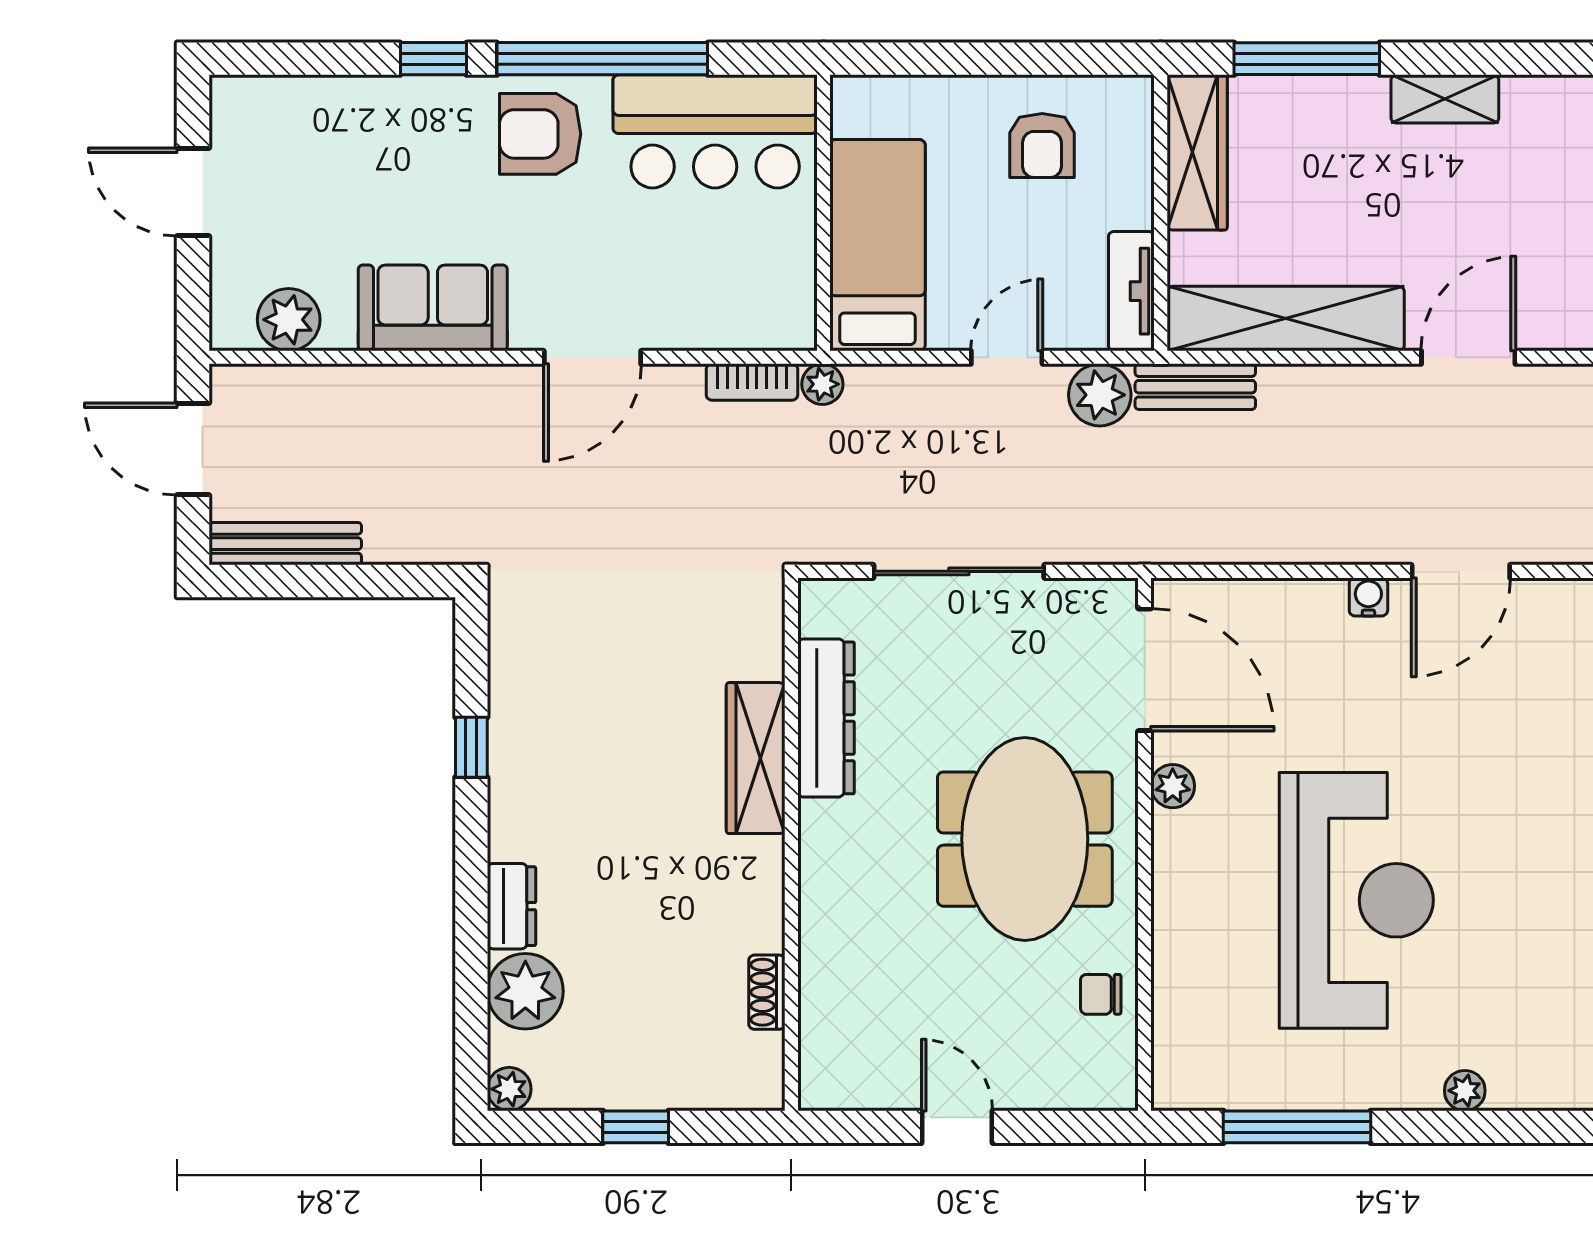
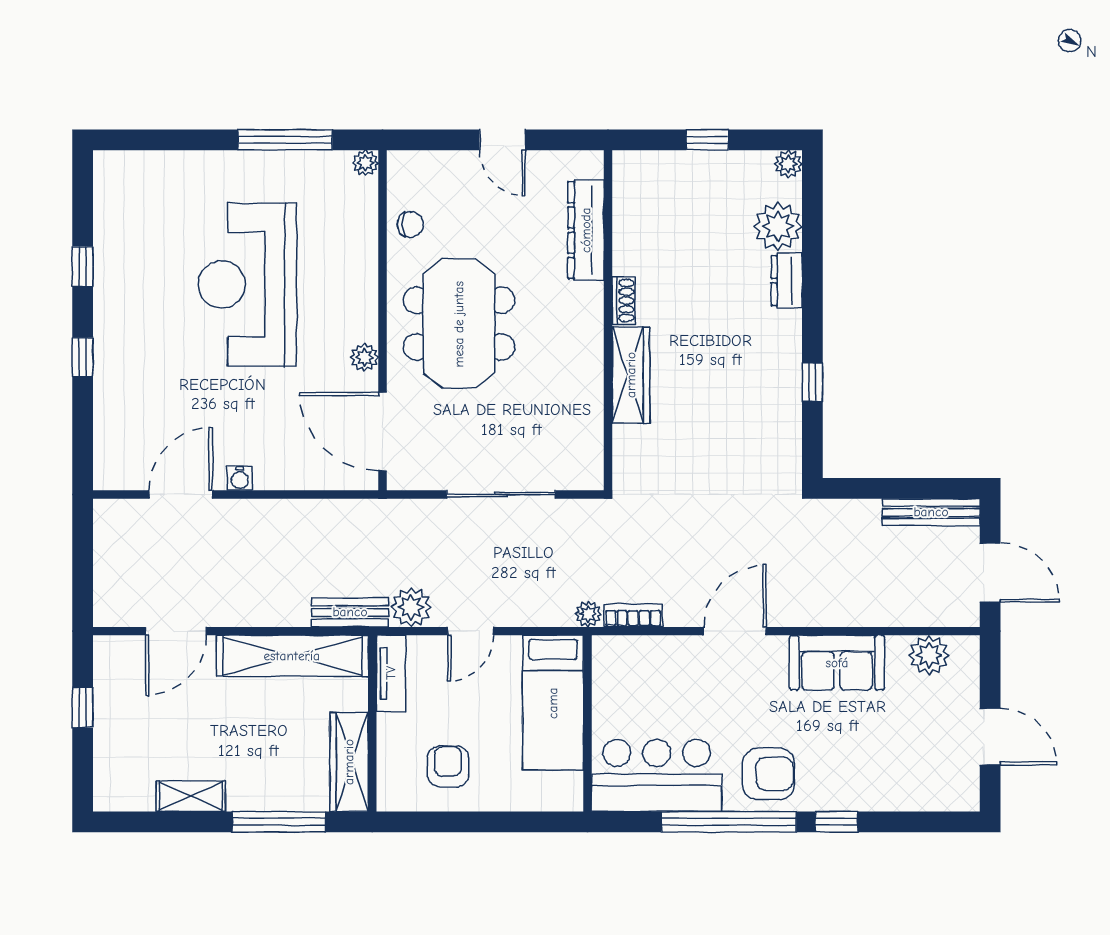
dresser: (826, 718) -> (586, 230), moved
shoe rack: (767, 992) -> (624, 300), moved
plant: (1465, 1091) -> (365, 163), moved

